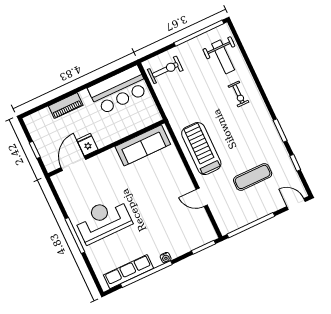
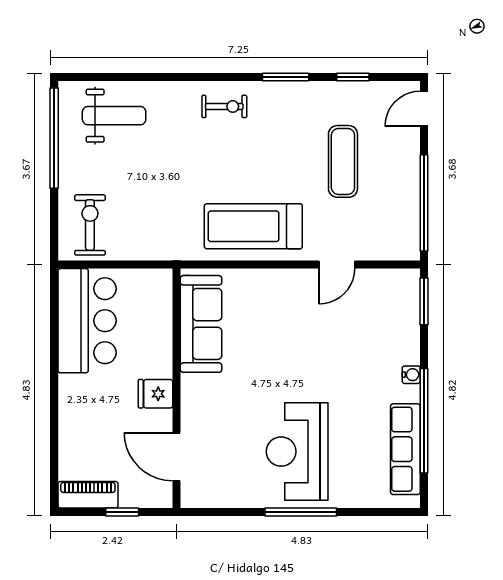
exercise bike: (239, 94) -> (224, 106), moved
piano: (66, 106) -> (88, 495), moved, turned -90
fridge: (87, 145) -> (155, 394), moved

